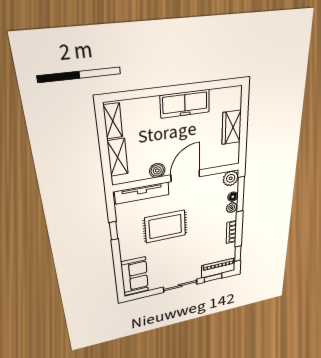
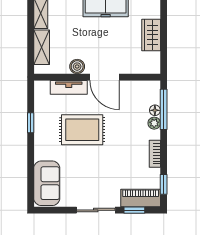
door: (185, 176) -> (104, 77), swing flipped
plant: (231, 178) -> (152, 89), removed
tv unit: (142, 193) -> (69, 87), width x0.71

